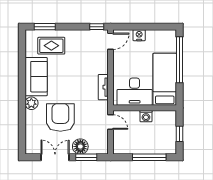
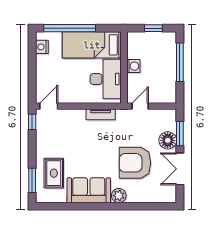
nightstand: (139, 35) -> (42, 47), moved
door: (111, 41) -> (49, 106), hinge flipped

